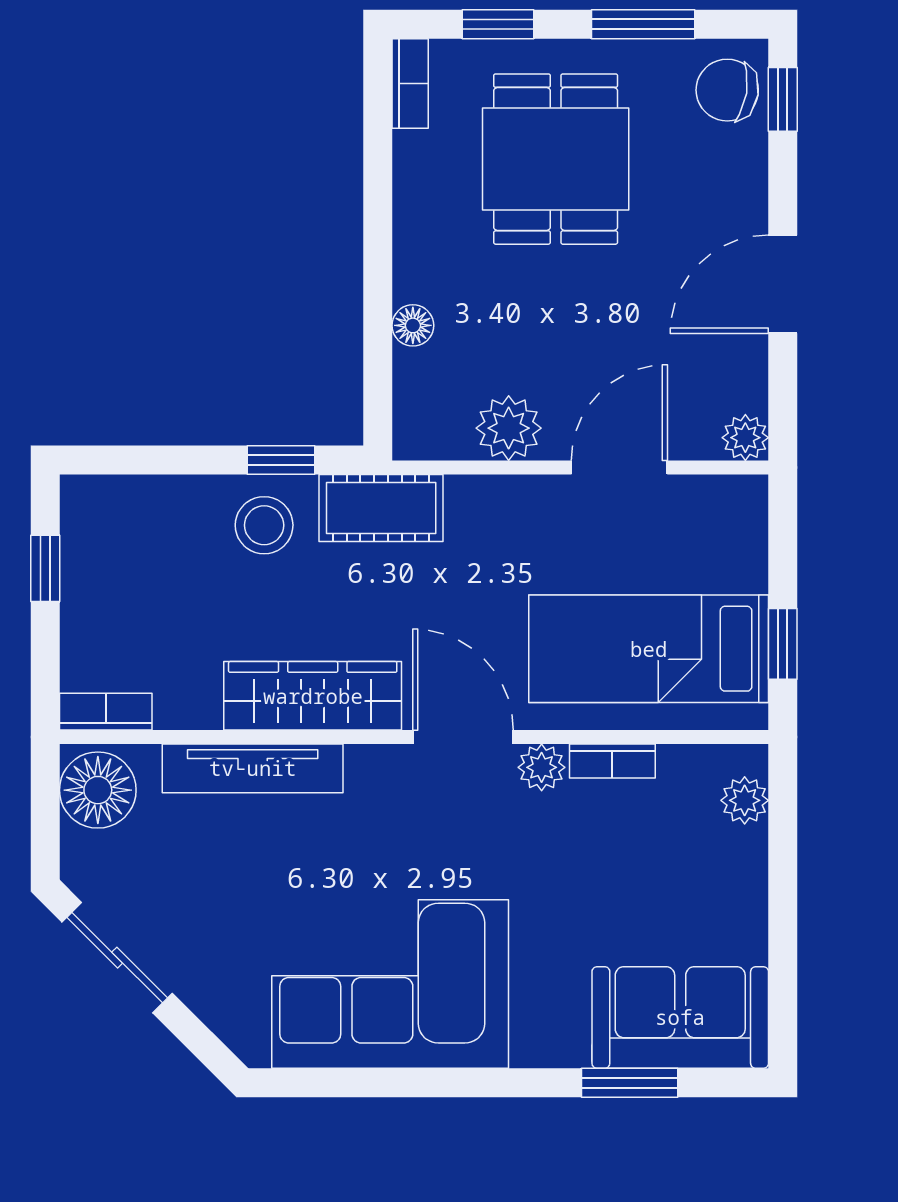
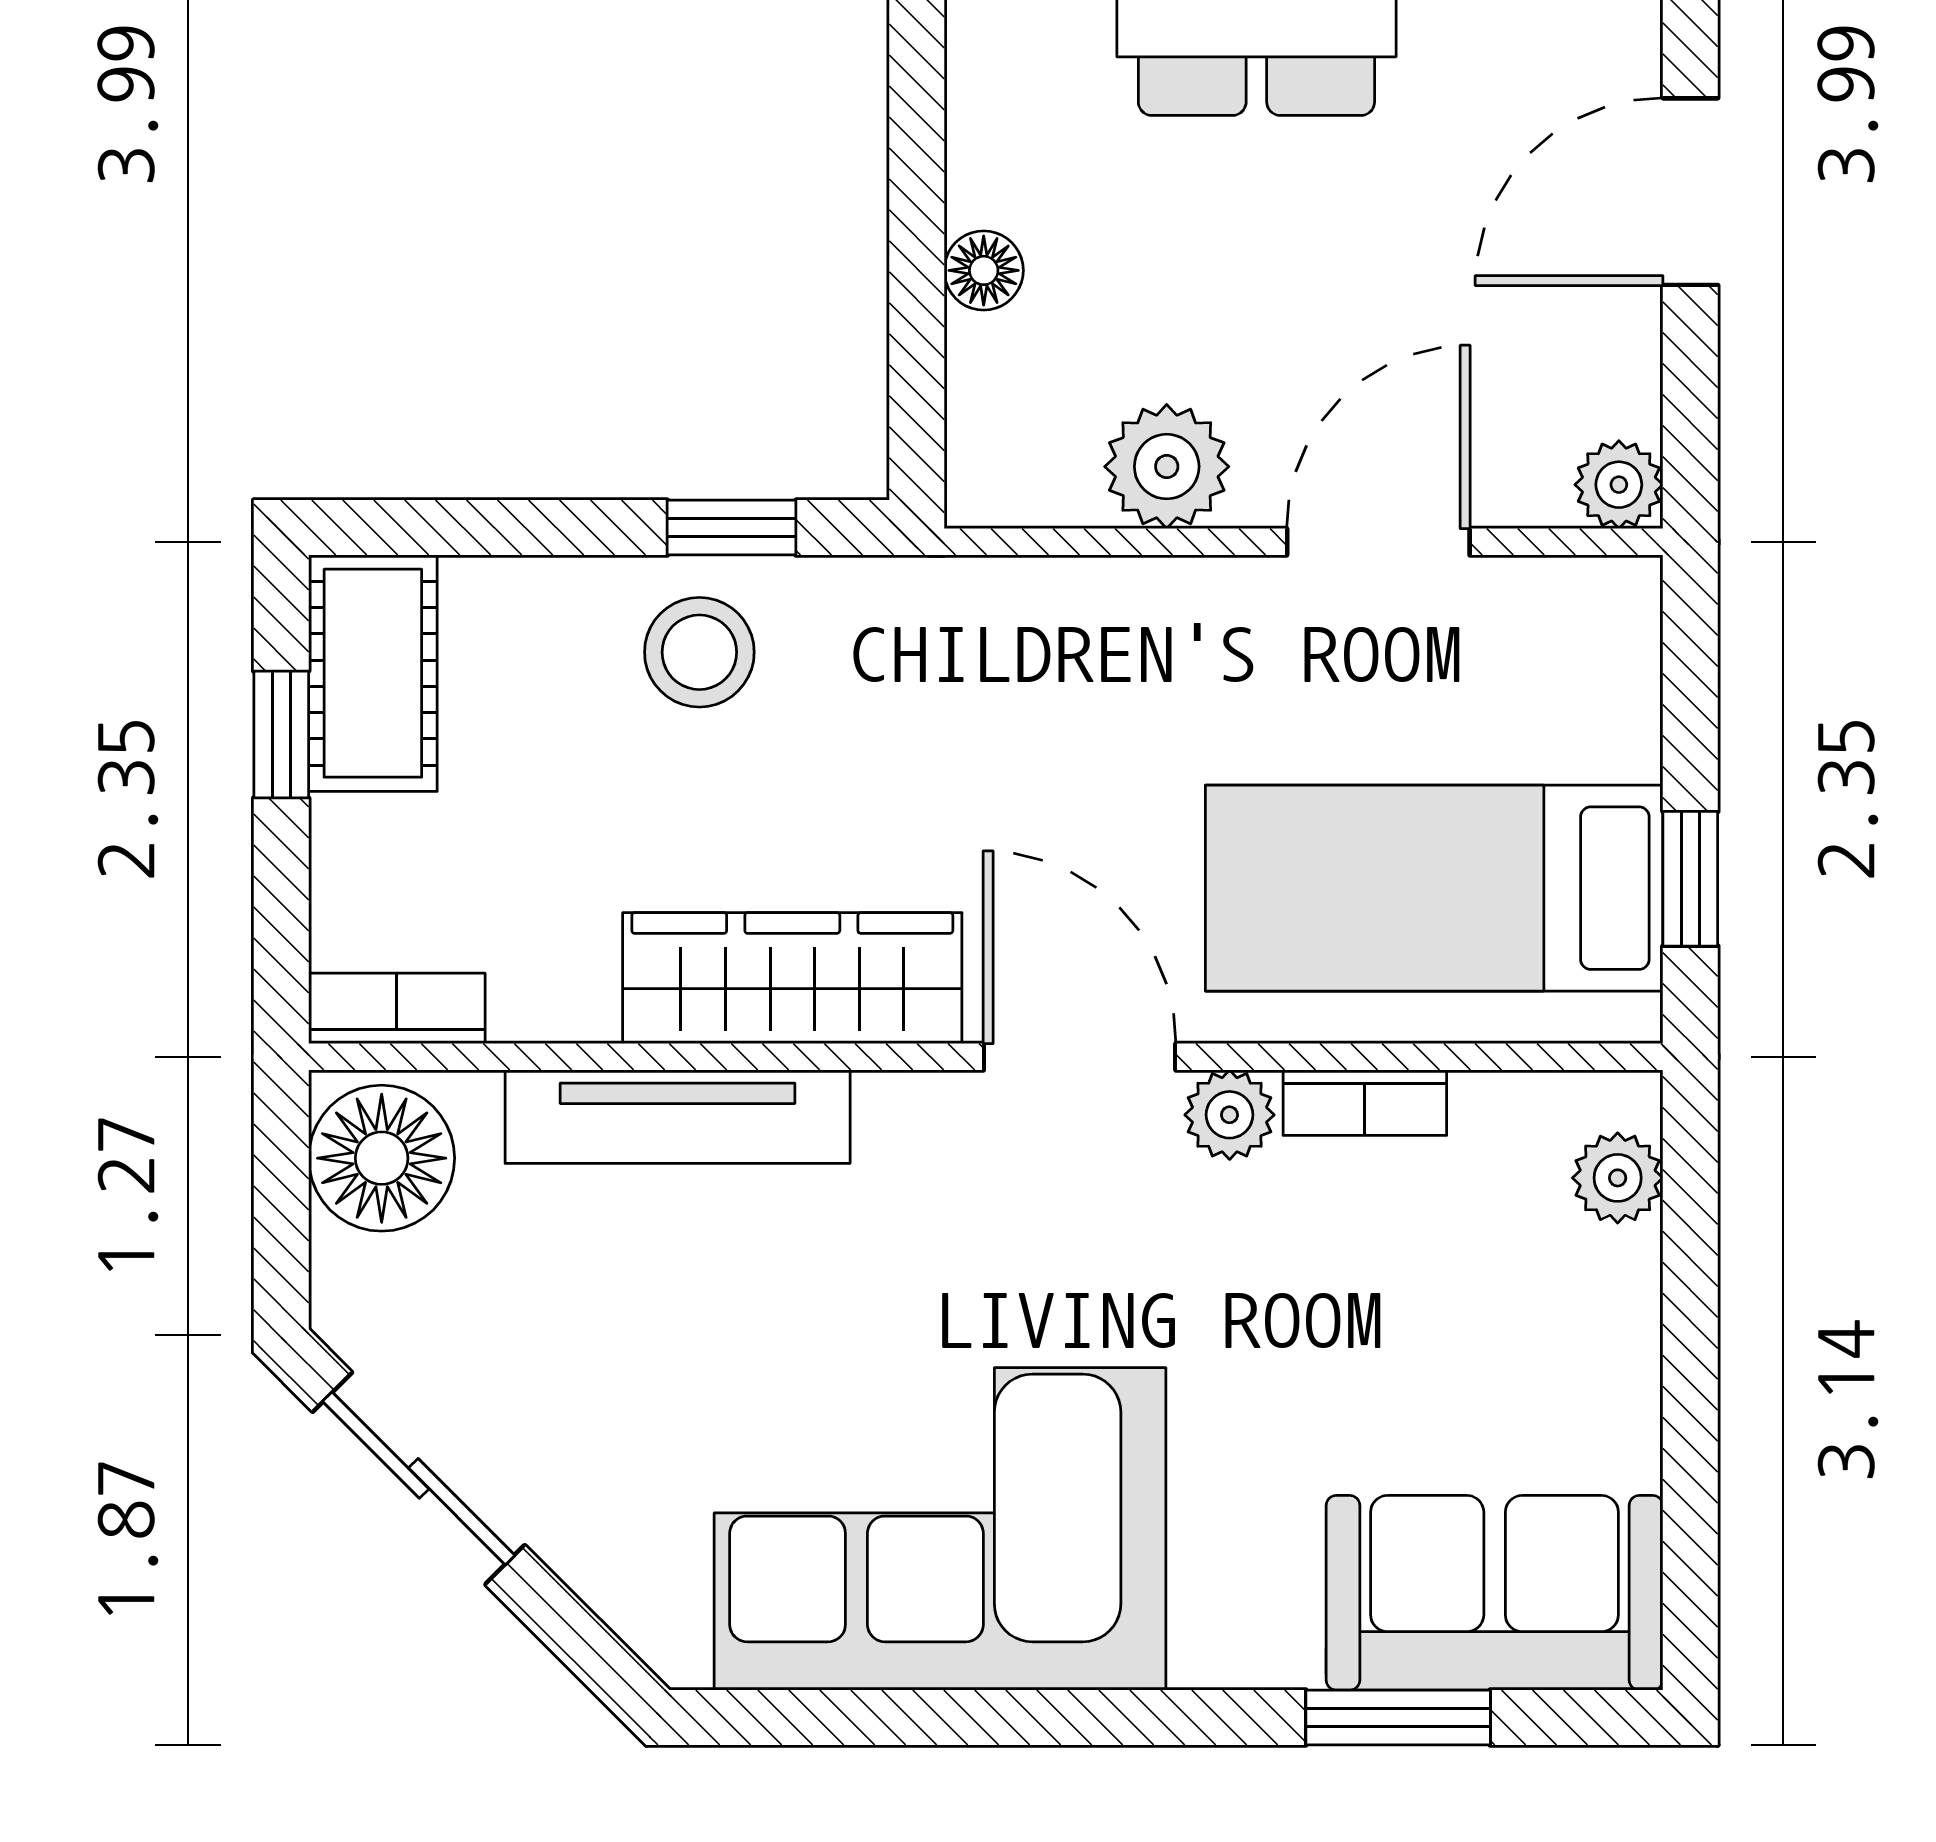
cot: (381, 508) -> (373, 673), moved, turned 90

